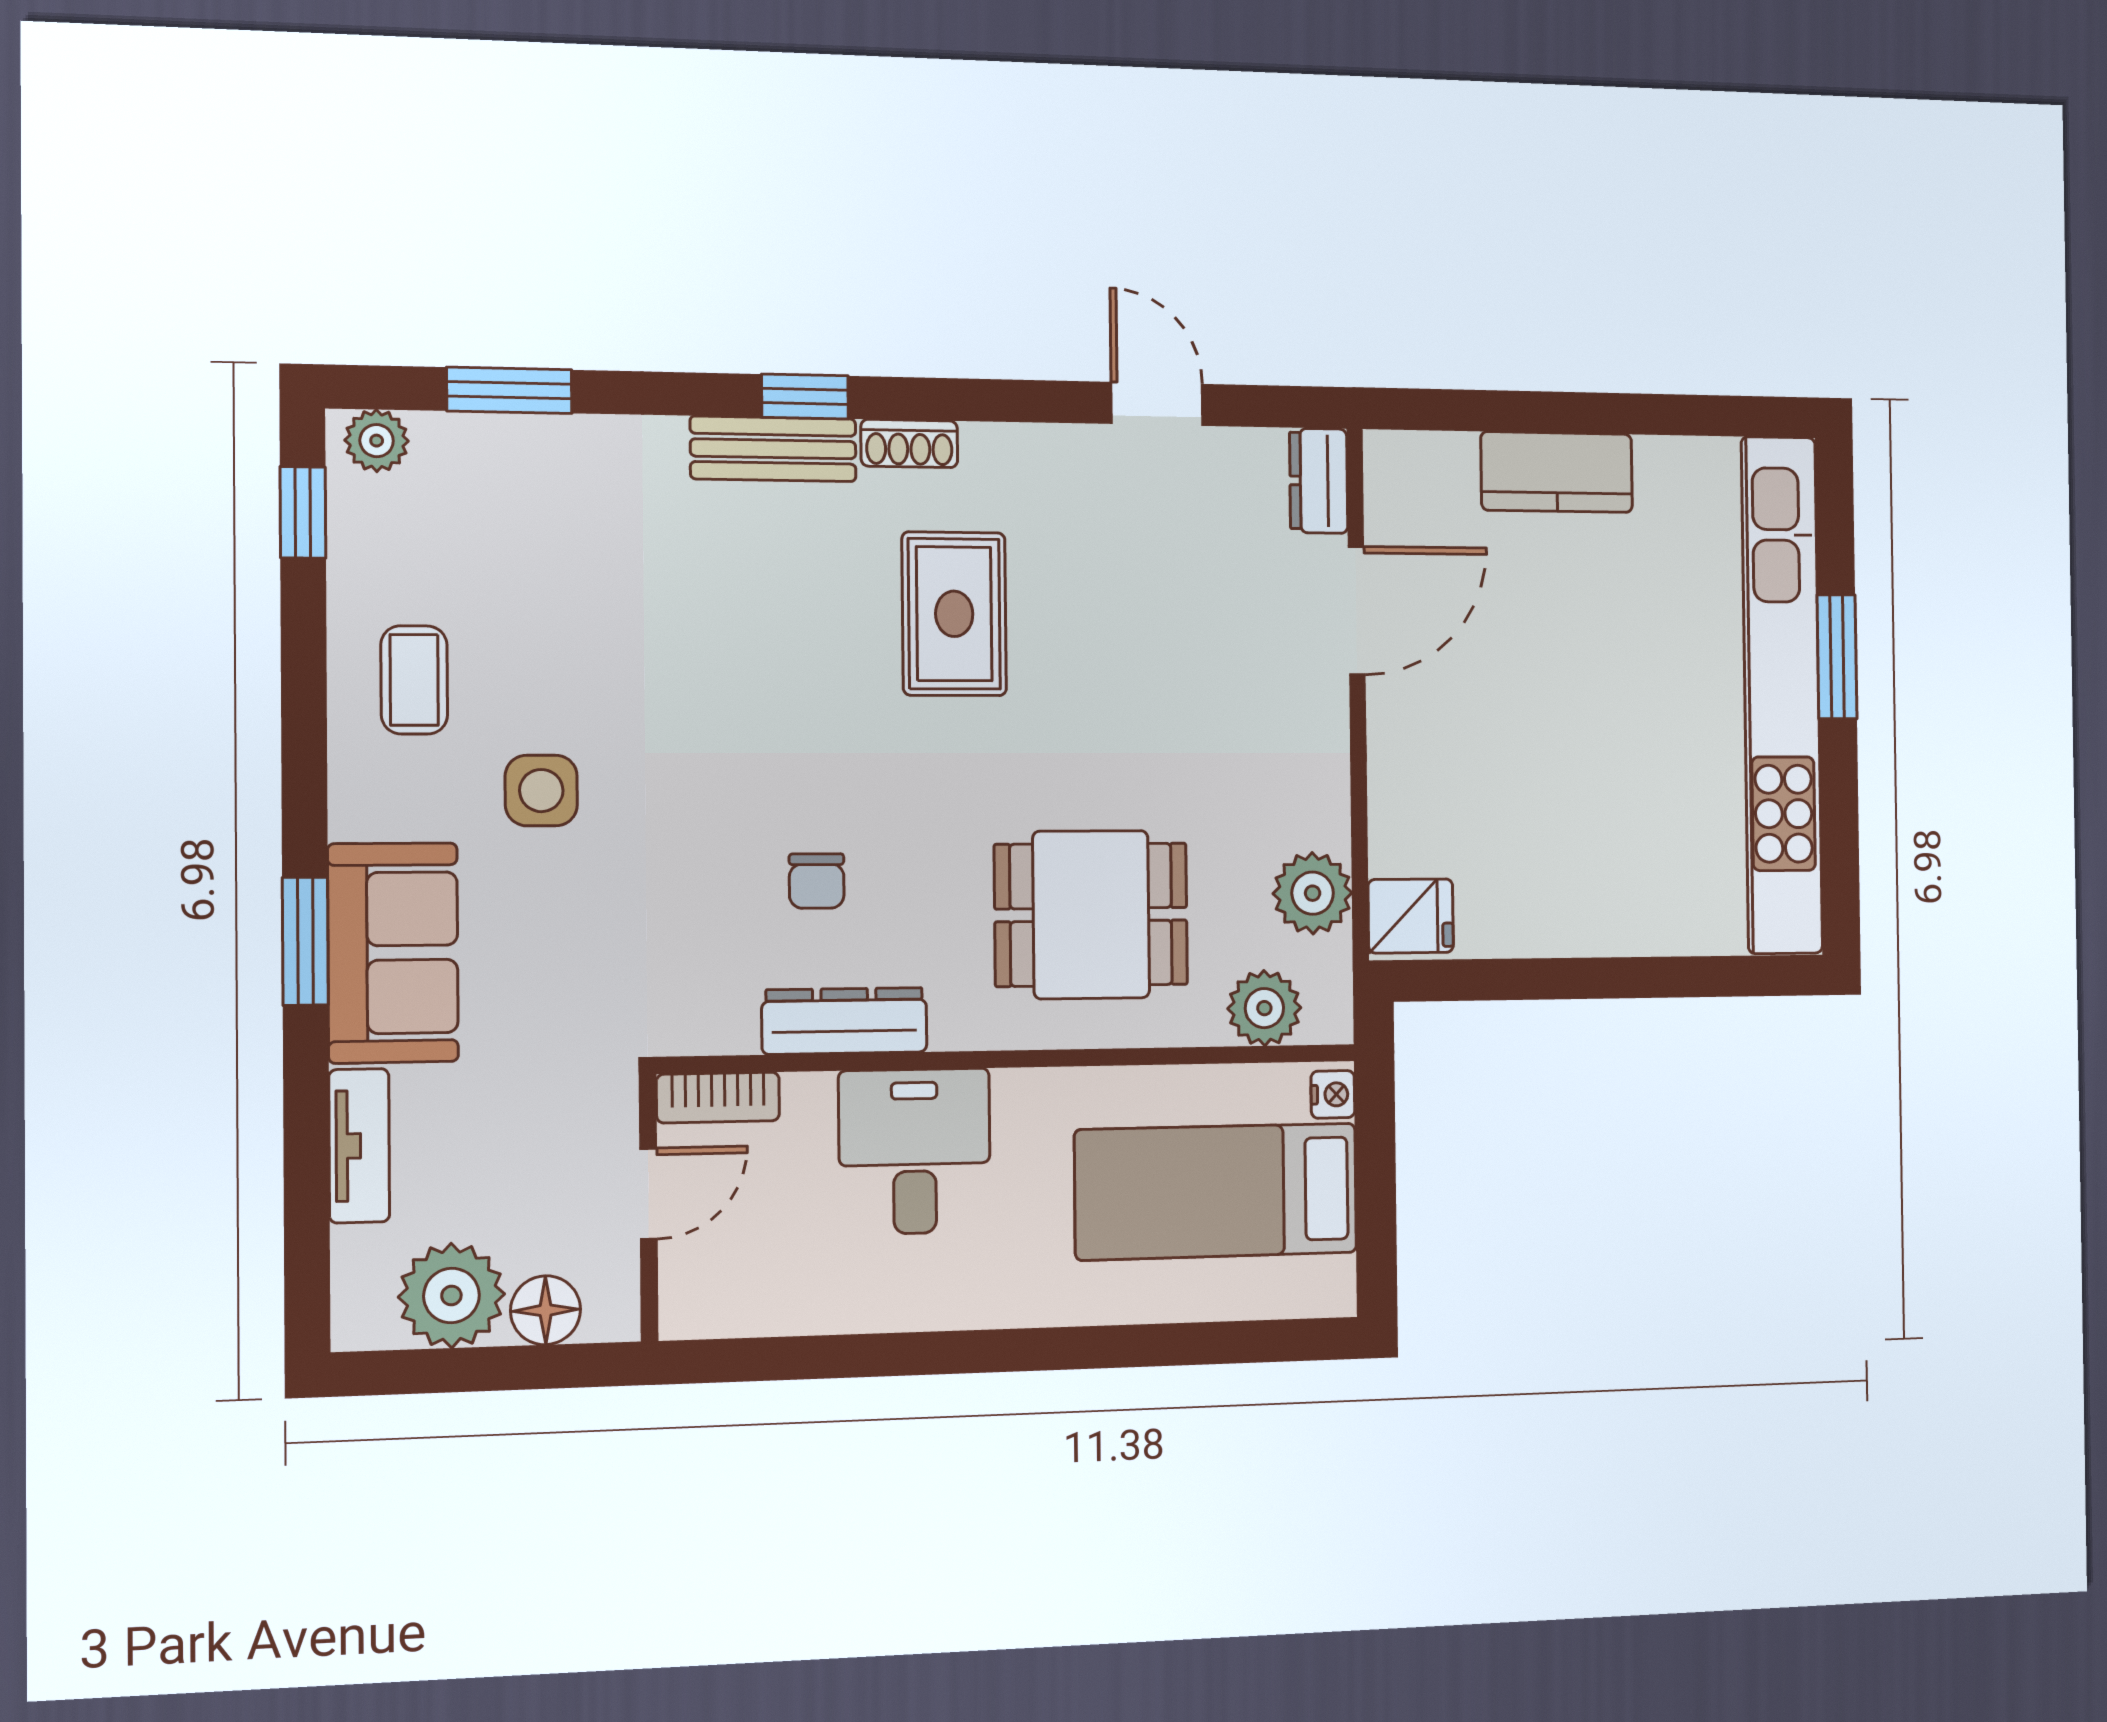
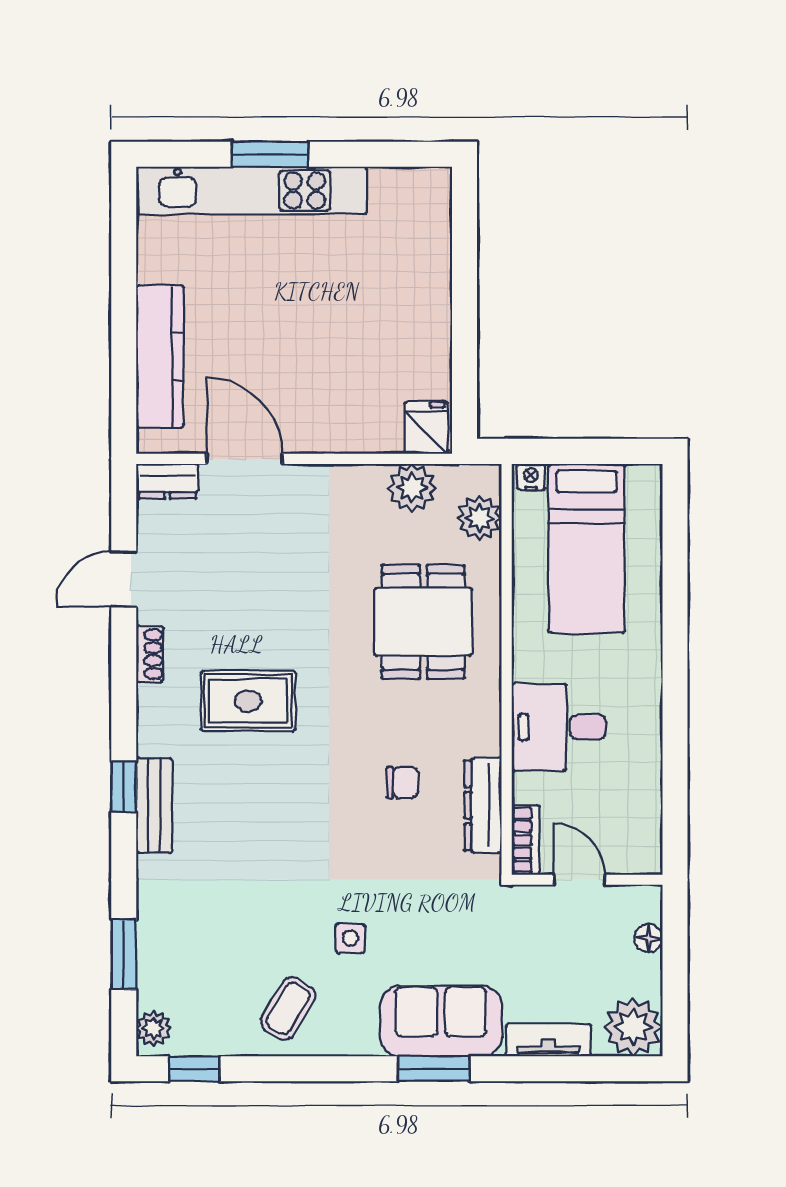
shoe rack: (909, 443) -> (150, 654), moved
kitchen counter: (1557, 472) -> (160, 357), width x1.50
coffee table: (414, 680) -> (288, 1008), turned -59
kitchen unit: (1782, 695) -> (252, 191), width x0.73
side table: (541, 791) -> (350, 938), width x0.73, depth x0.73
dresser: (844, 1021) -> (483, 805), moved
plant: (451, 1296) -> (633, 1027), moved
floor lamp: (546, 1310) -> (648, 938), width x0.73, depth x0.73

